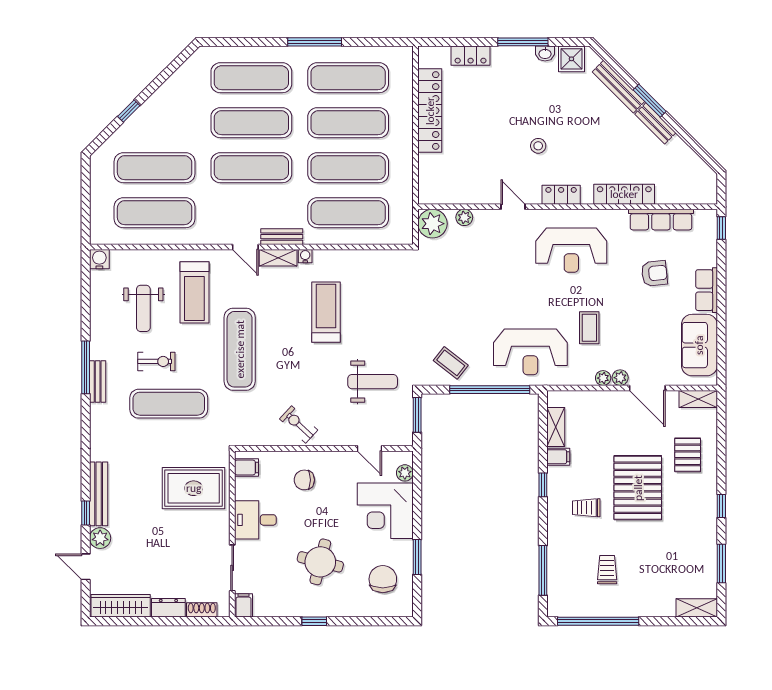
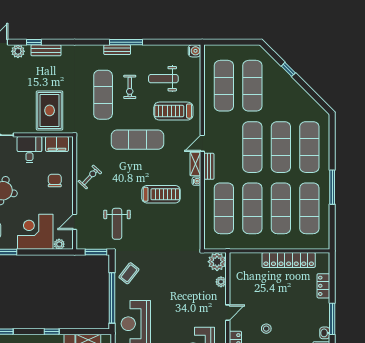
filing cabinet: (247, 467) -> (57, 144), width x2.00
bench: (99, 494) -> (46, 50), width x0.73

